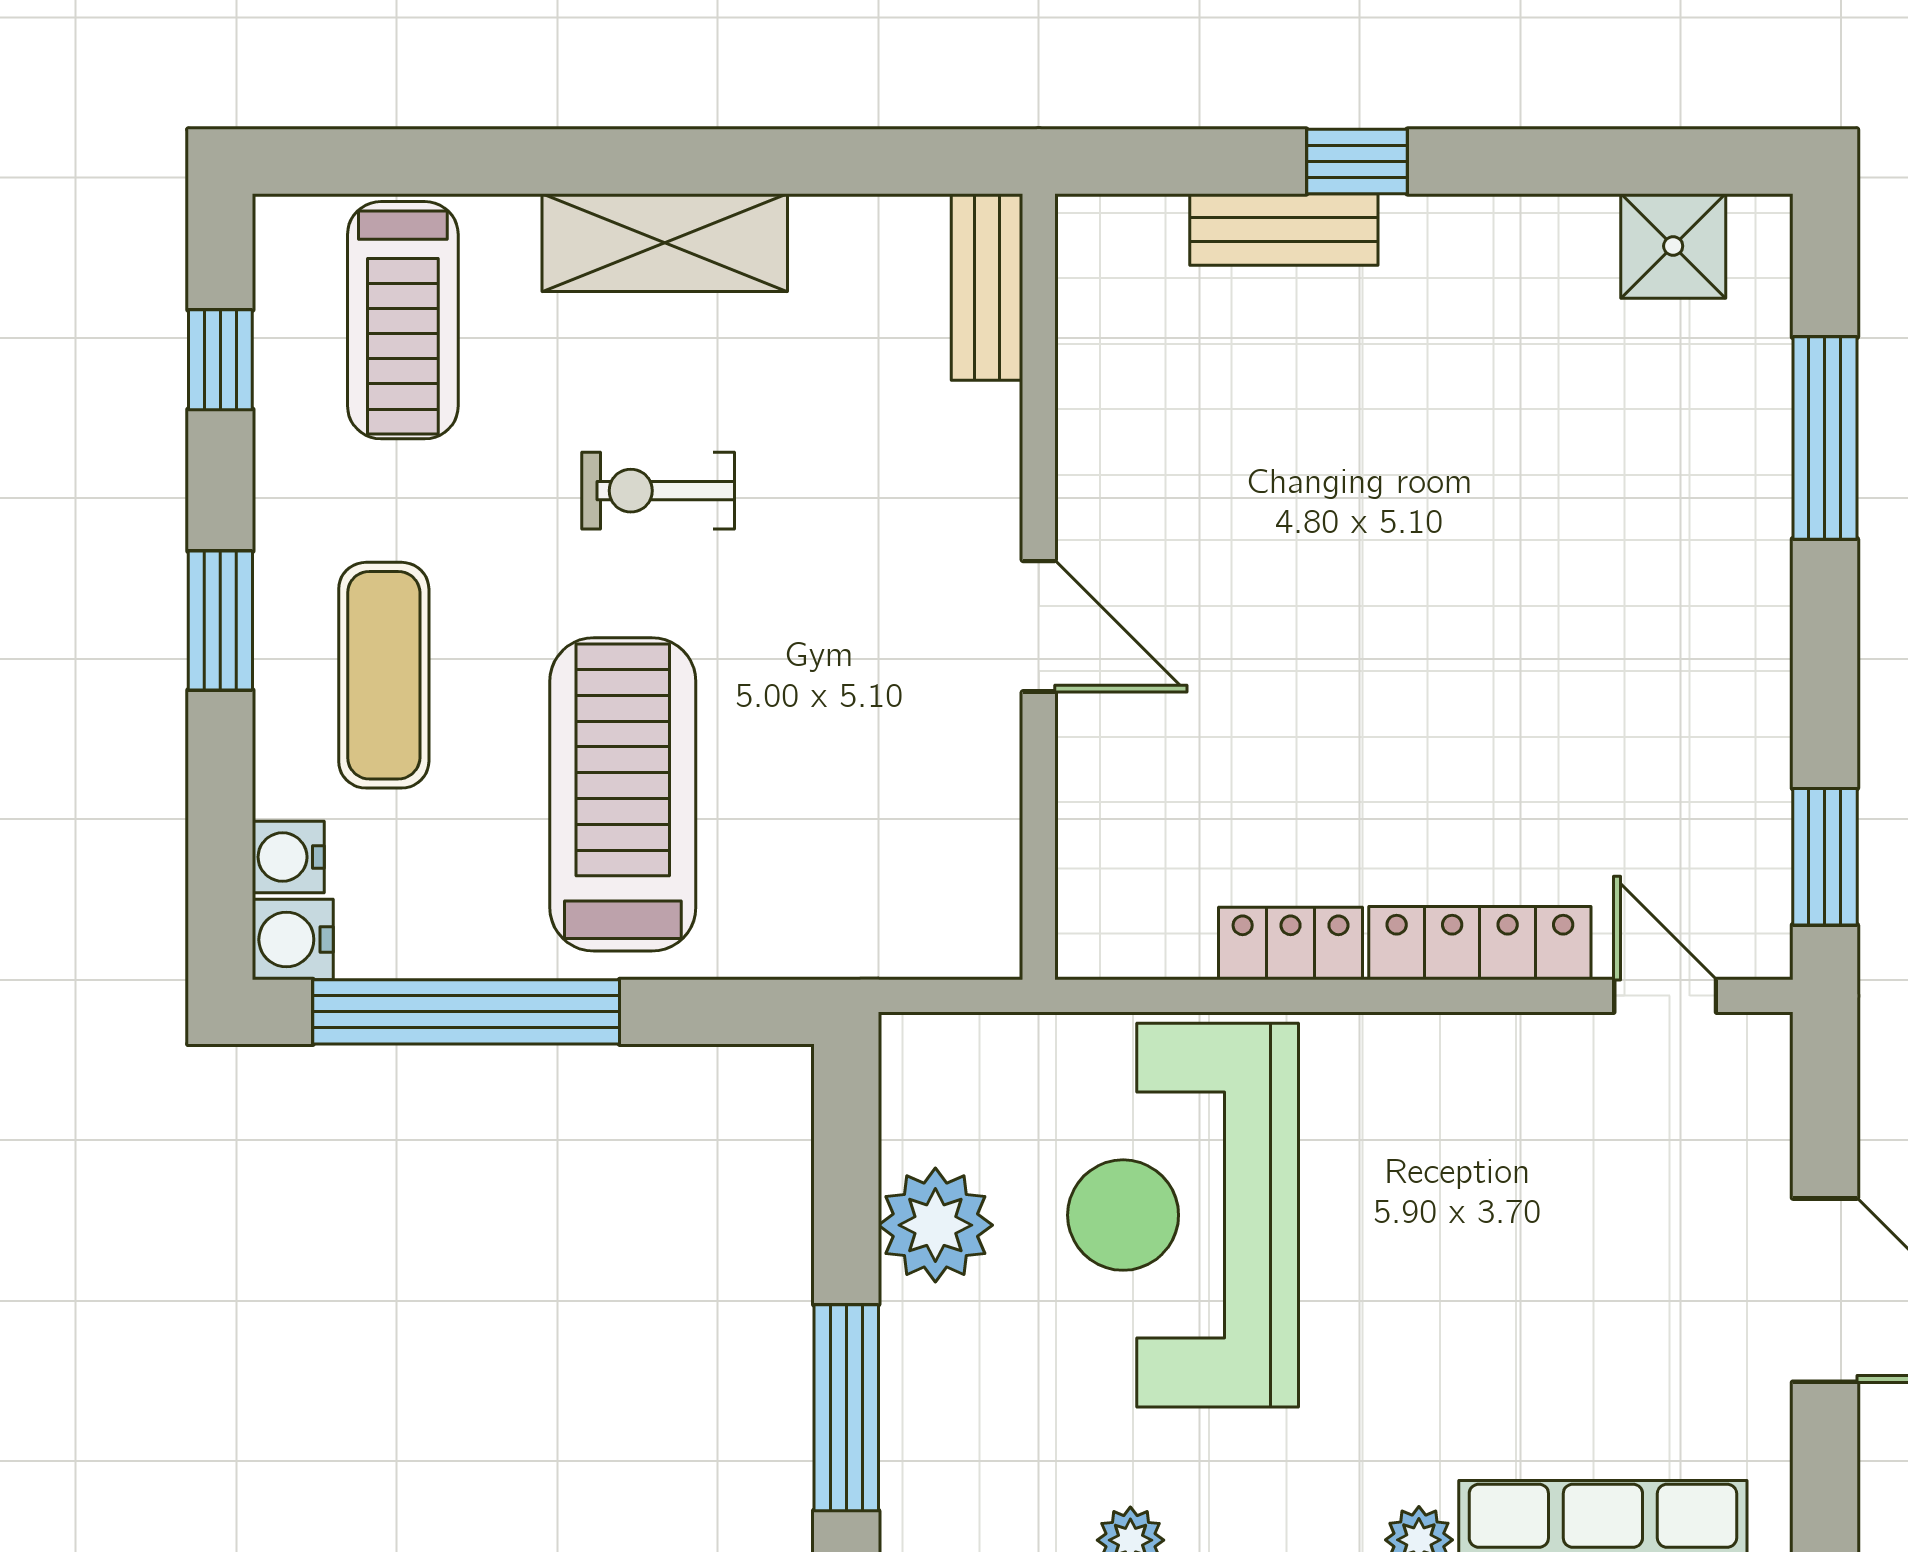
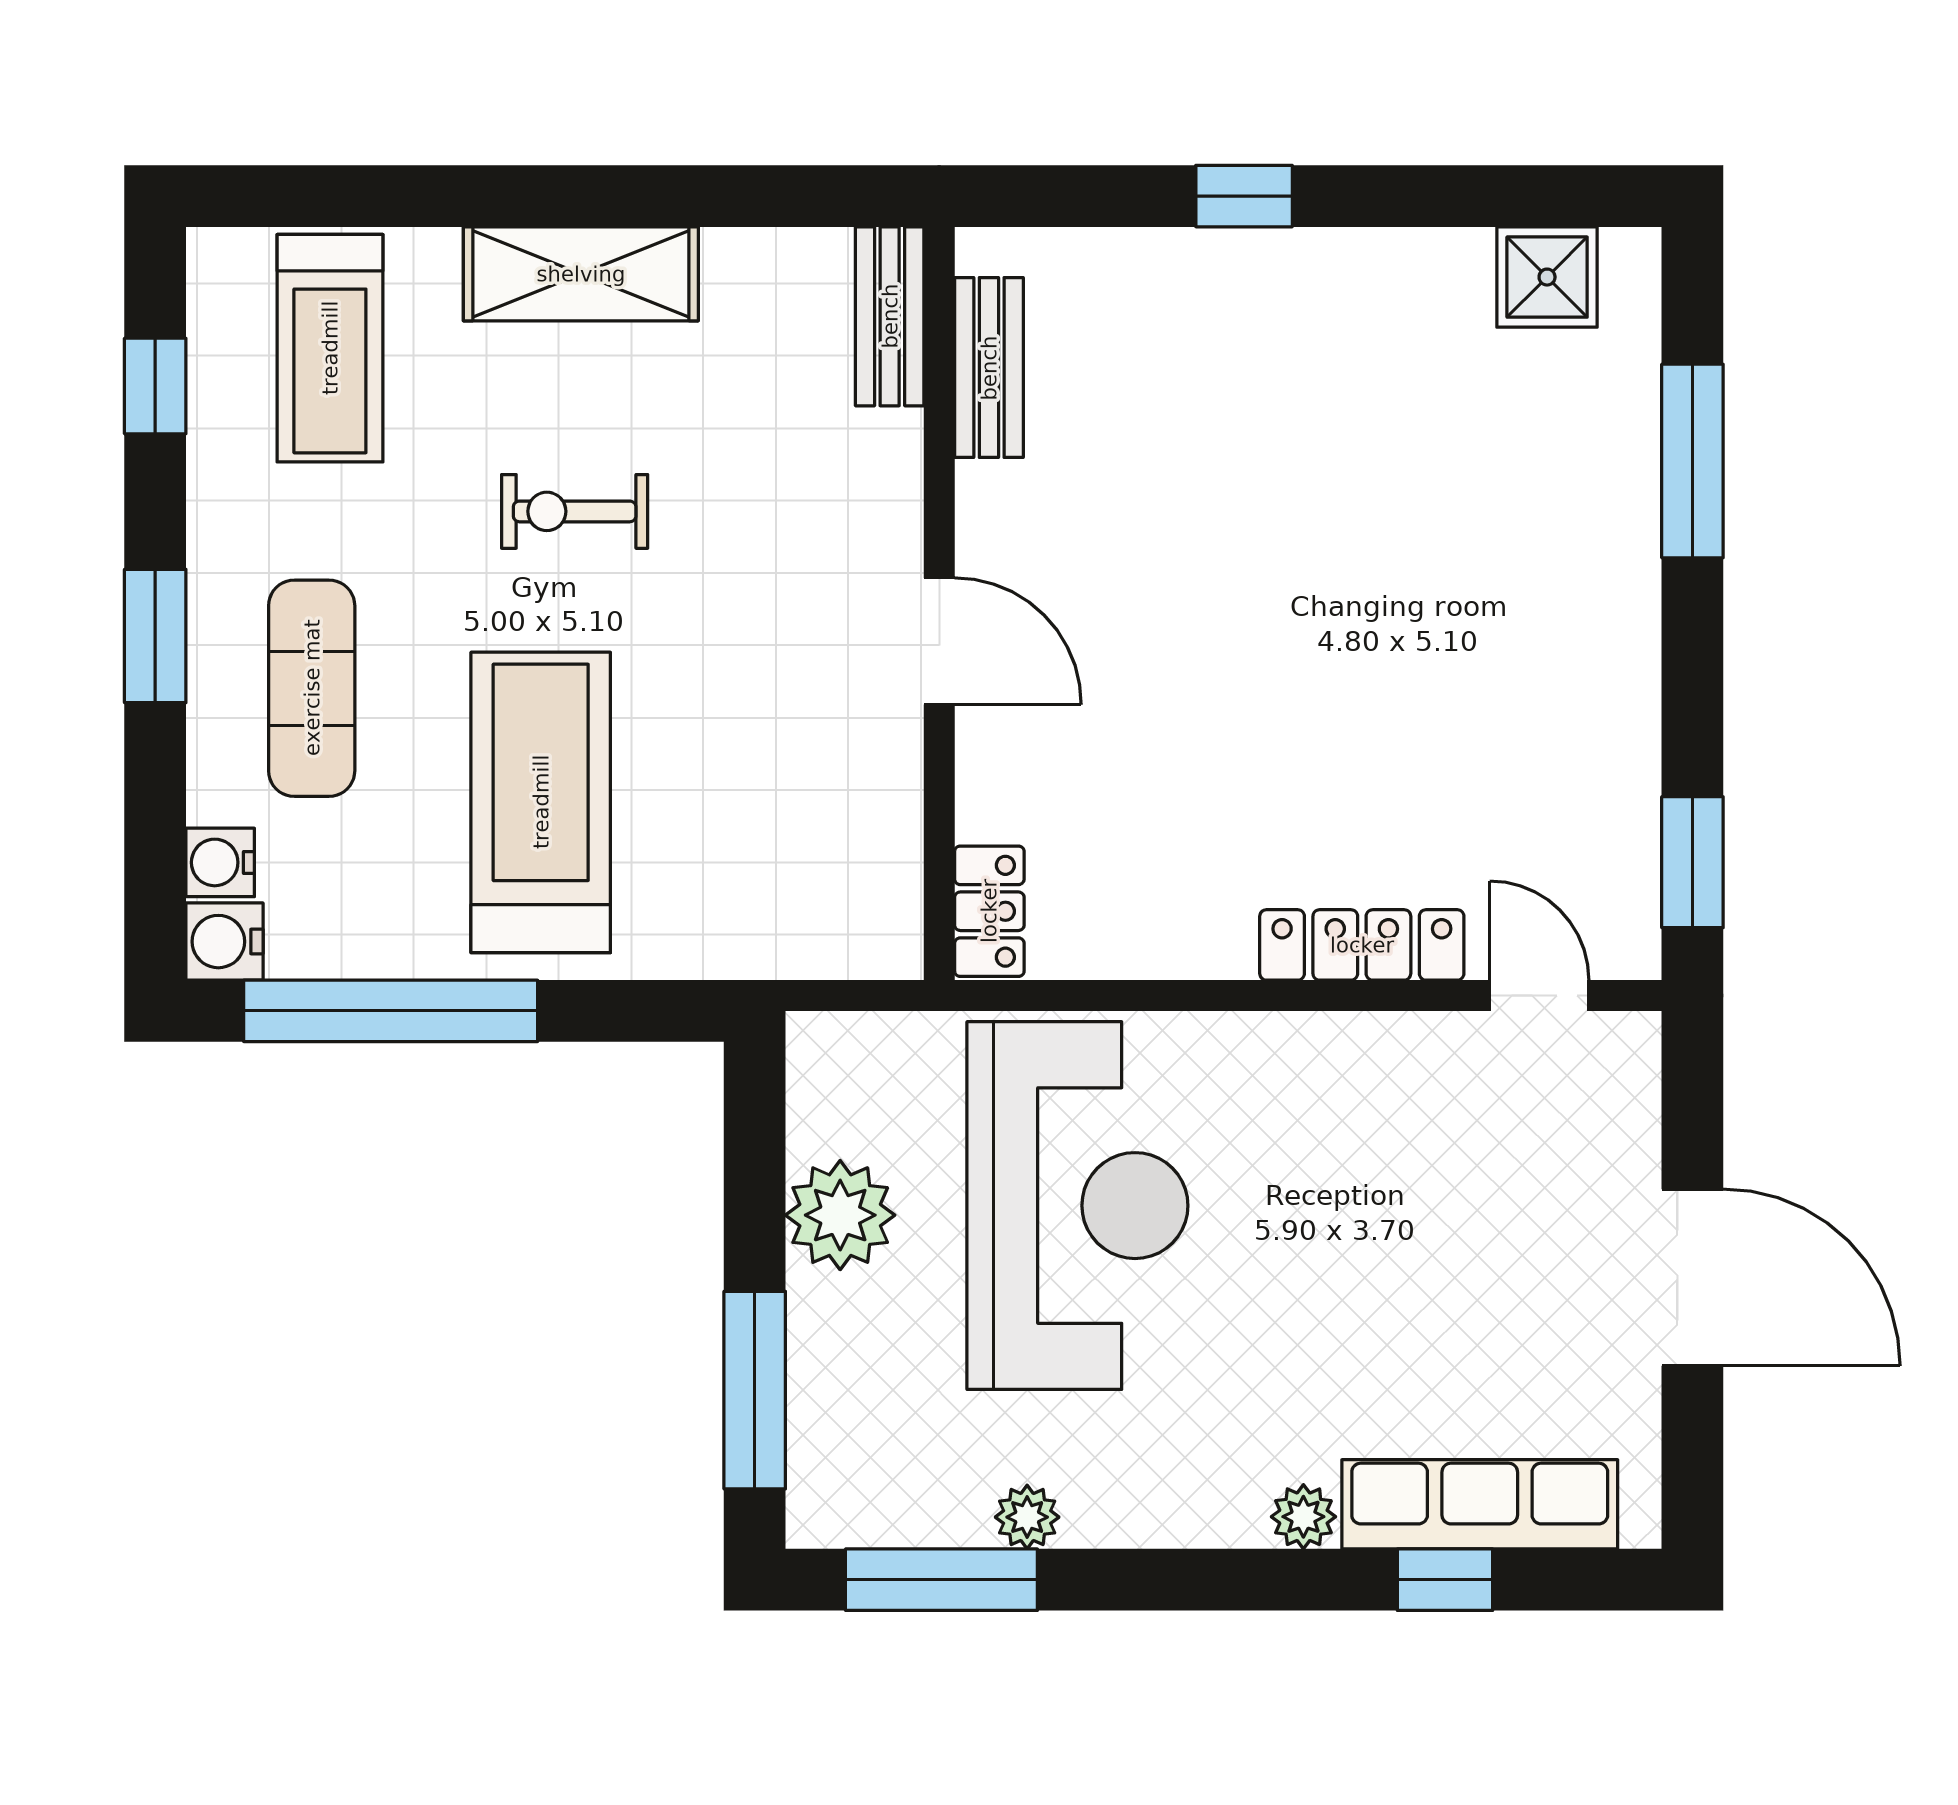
bench: (1284, 229) -> (989, 368), moved, turned 90
locker: (1291, 943) -> (989, 911), moved, turned 90
reception desk: (1183, 1215) -> (1077, 1206), turned 180

